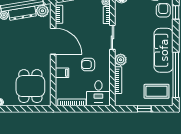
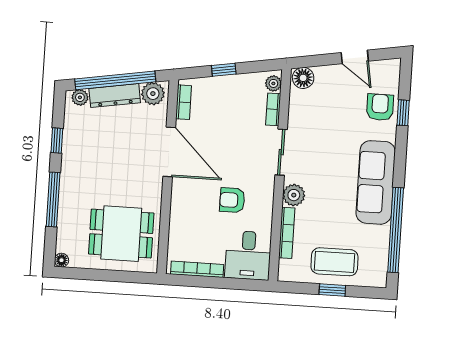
filing cabinet: (62, 73) -> (182, 212), removed
dining table: (30, 86) -> (121, 234), turned 90
coffee table: (157, 91) -> (334, 262), moved

